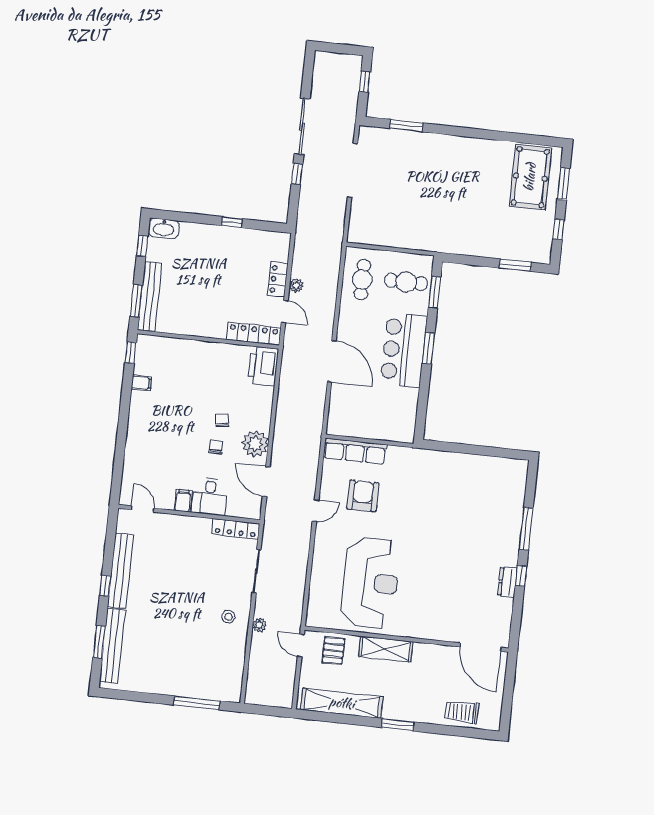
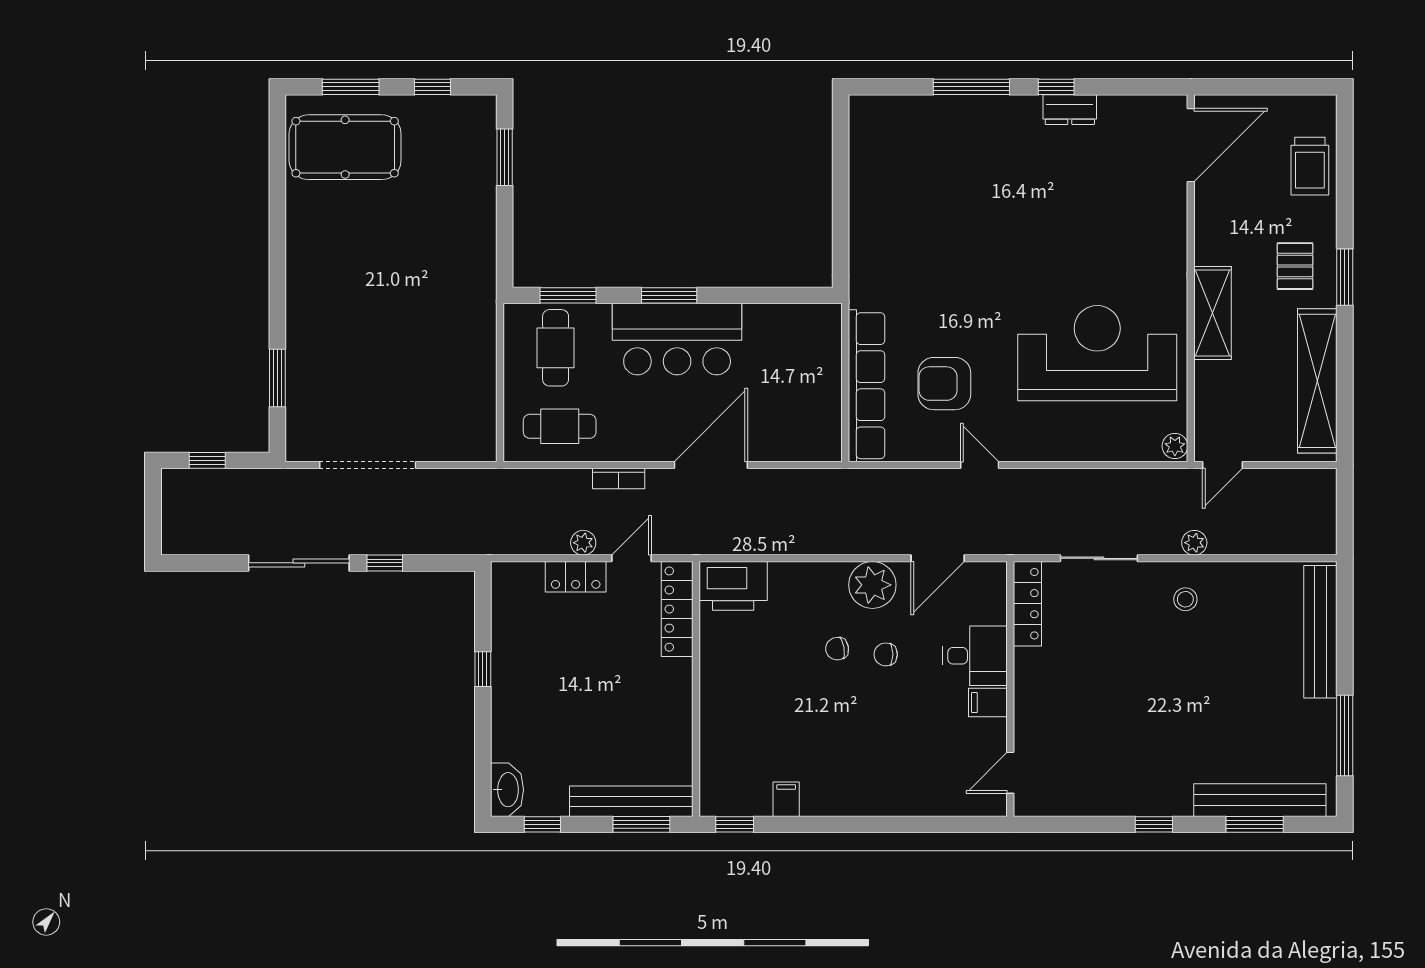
bookcase: (330, 309) -> (619, 478), added
row of seats: (355, 451) -> (867, 386), width x1.36
bench: (121, 571) -> (1320, 632), moved, turned 90
plant: (314, 620) -> (1175, 446), added
pallet: (333, 651) -> (1295, 266), moved, turned 90
window: (197, 703) -> (1345, 736), moved

